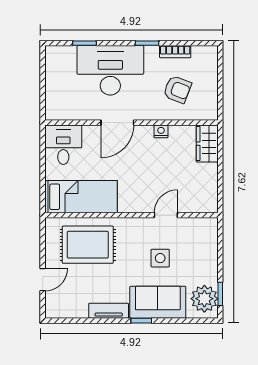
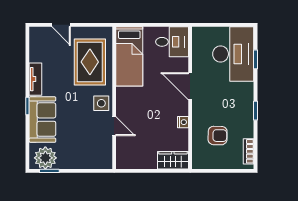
bookcase: (175, 52) -> (249, 151), moved
desk: (110, 70) -> (233, 54), moved
armchair: (177, 89) -> (218, 136), turned -110
side table: (160, 258) -> (101, 103), moved

